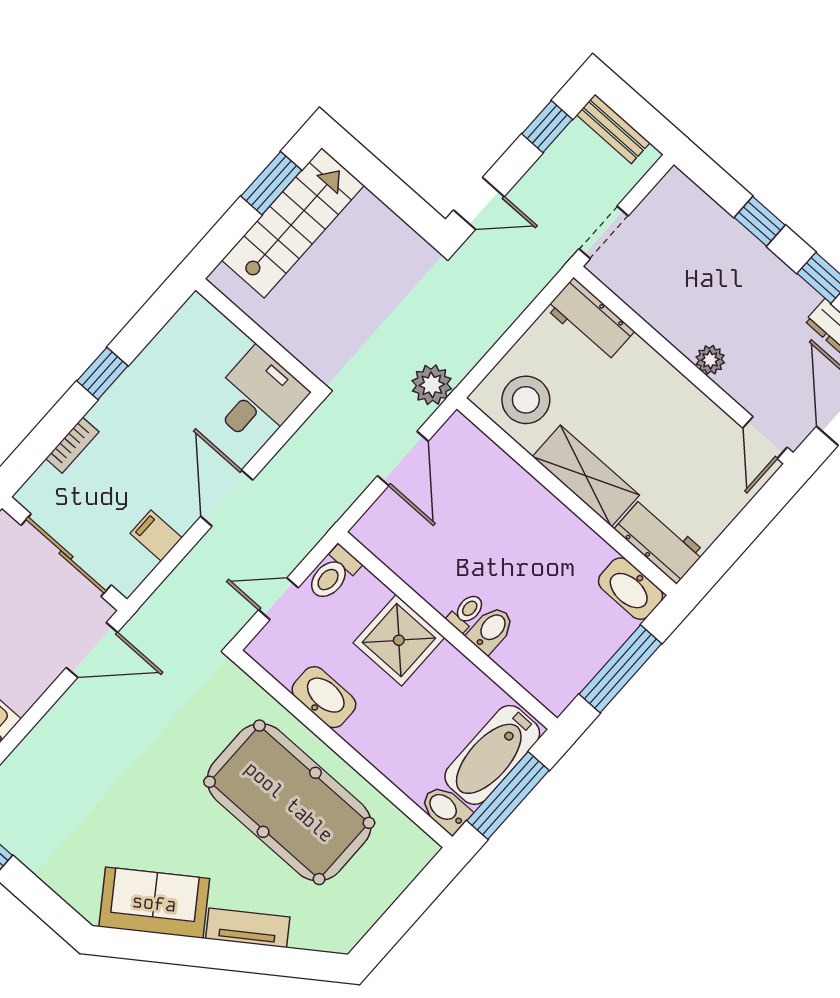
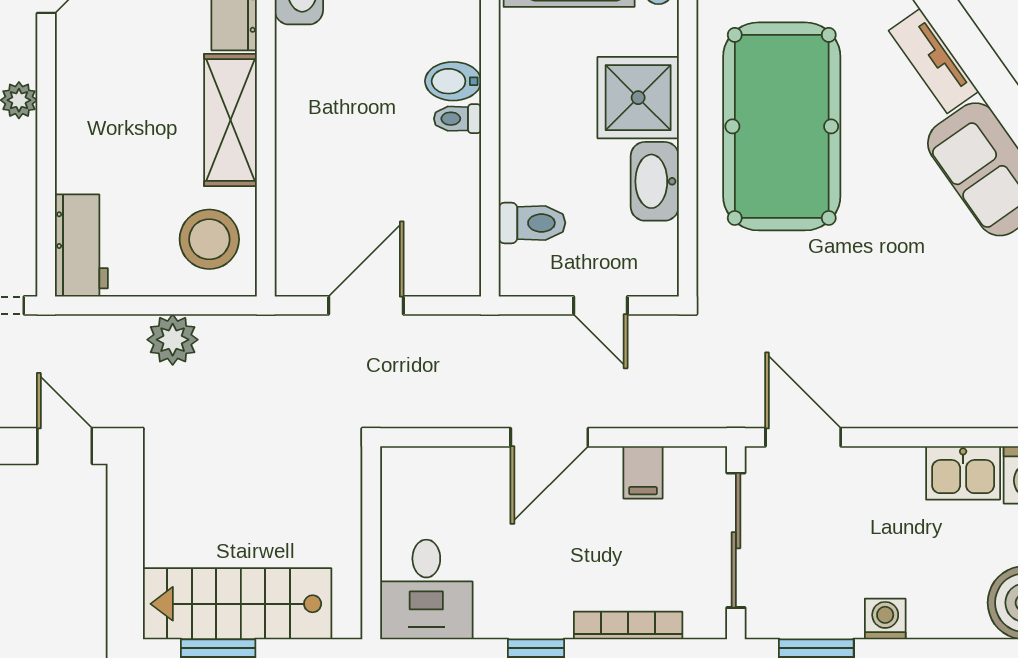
plant: (432, 385) -> (173, 340), moved
desk: (257, 397) -> (426, 589), moved, turned -90
bookcase: (72, 445) -> (628, 625), width x1.56
toilet: (333, 574) -> (532, 223), moved
shower: (399, 640) -> (638, 98), moved

